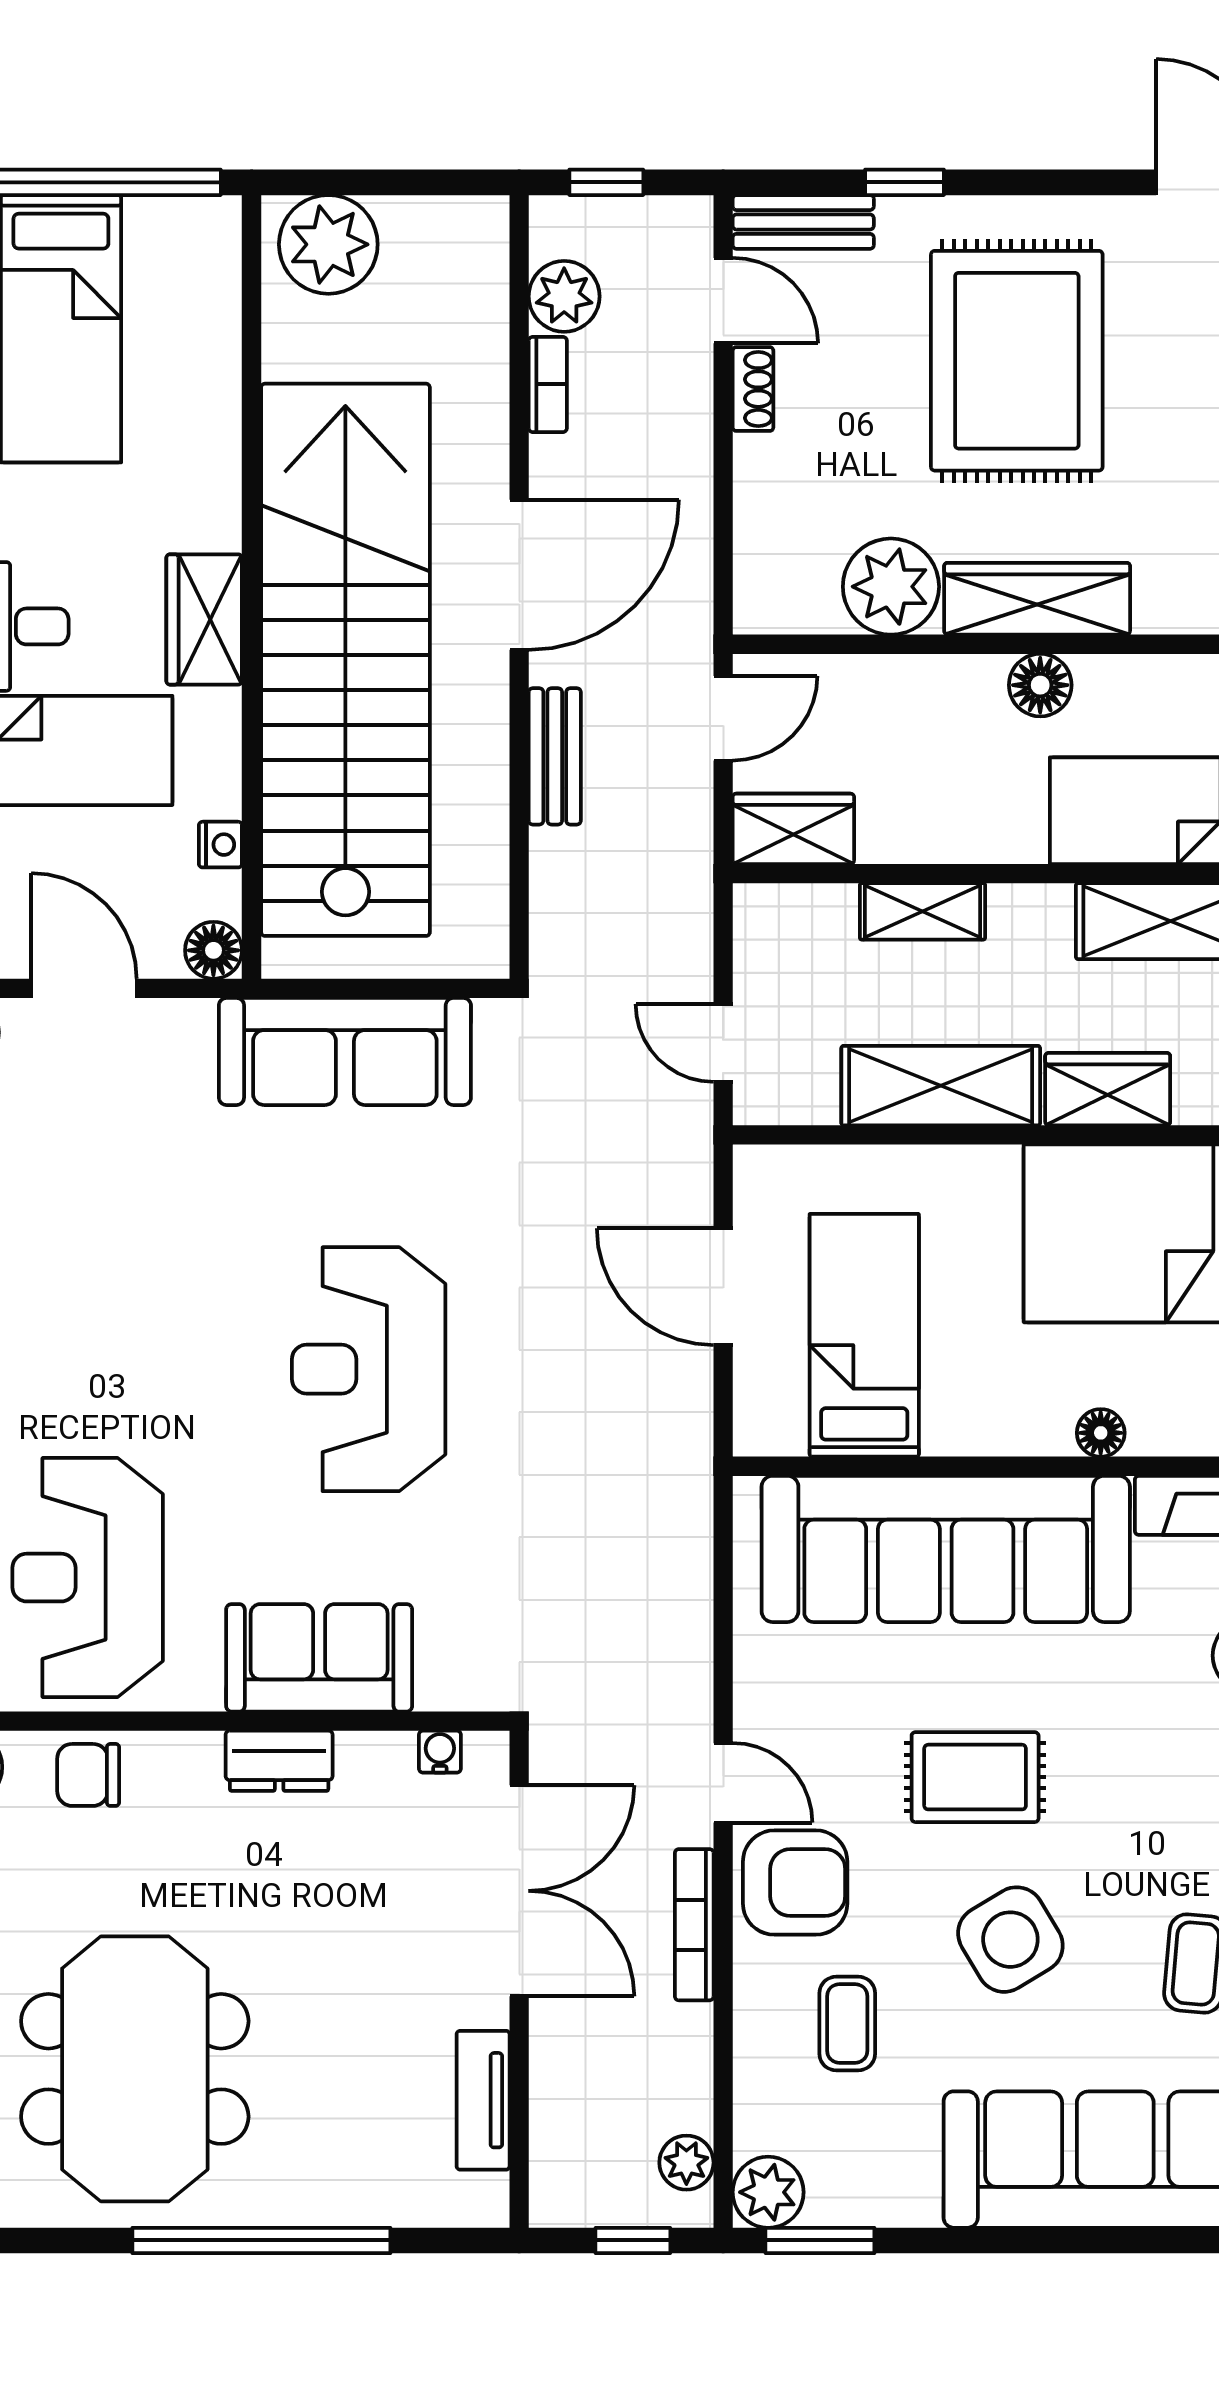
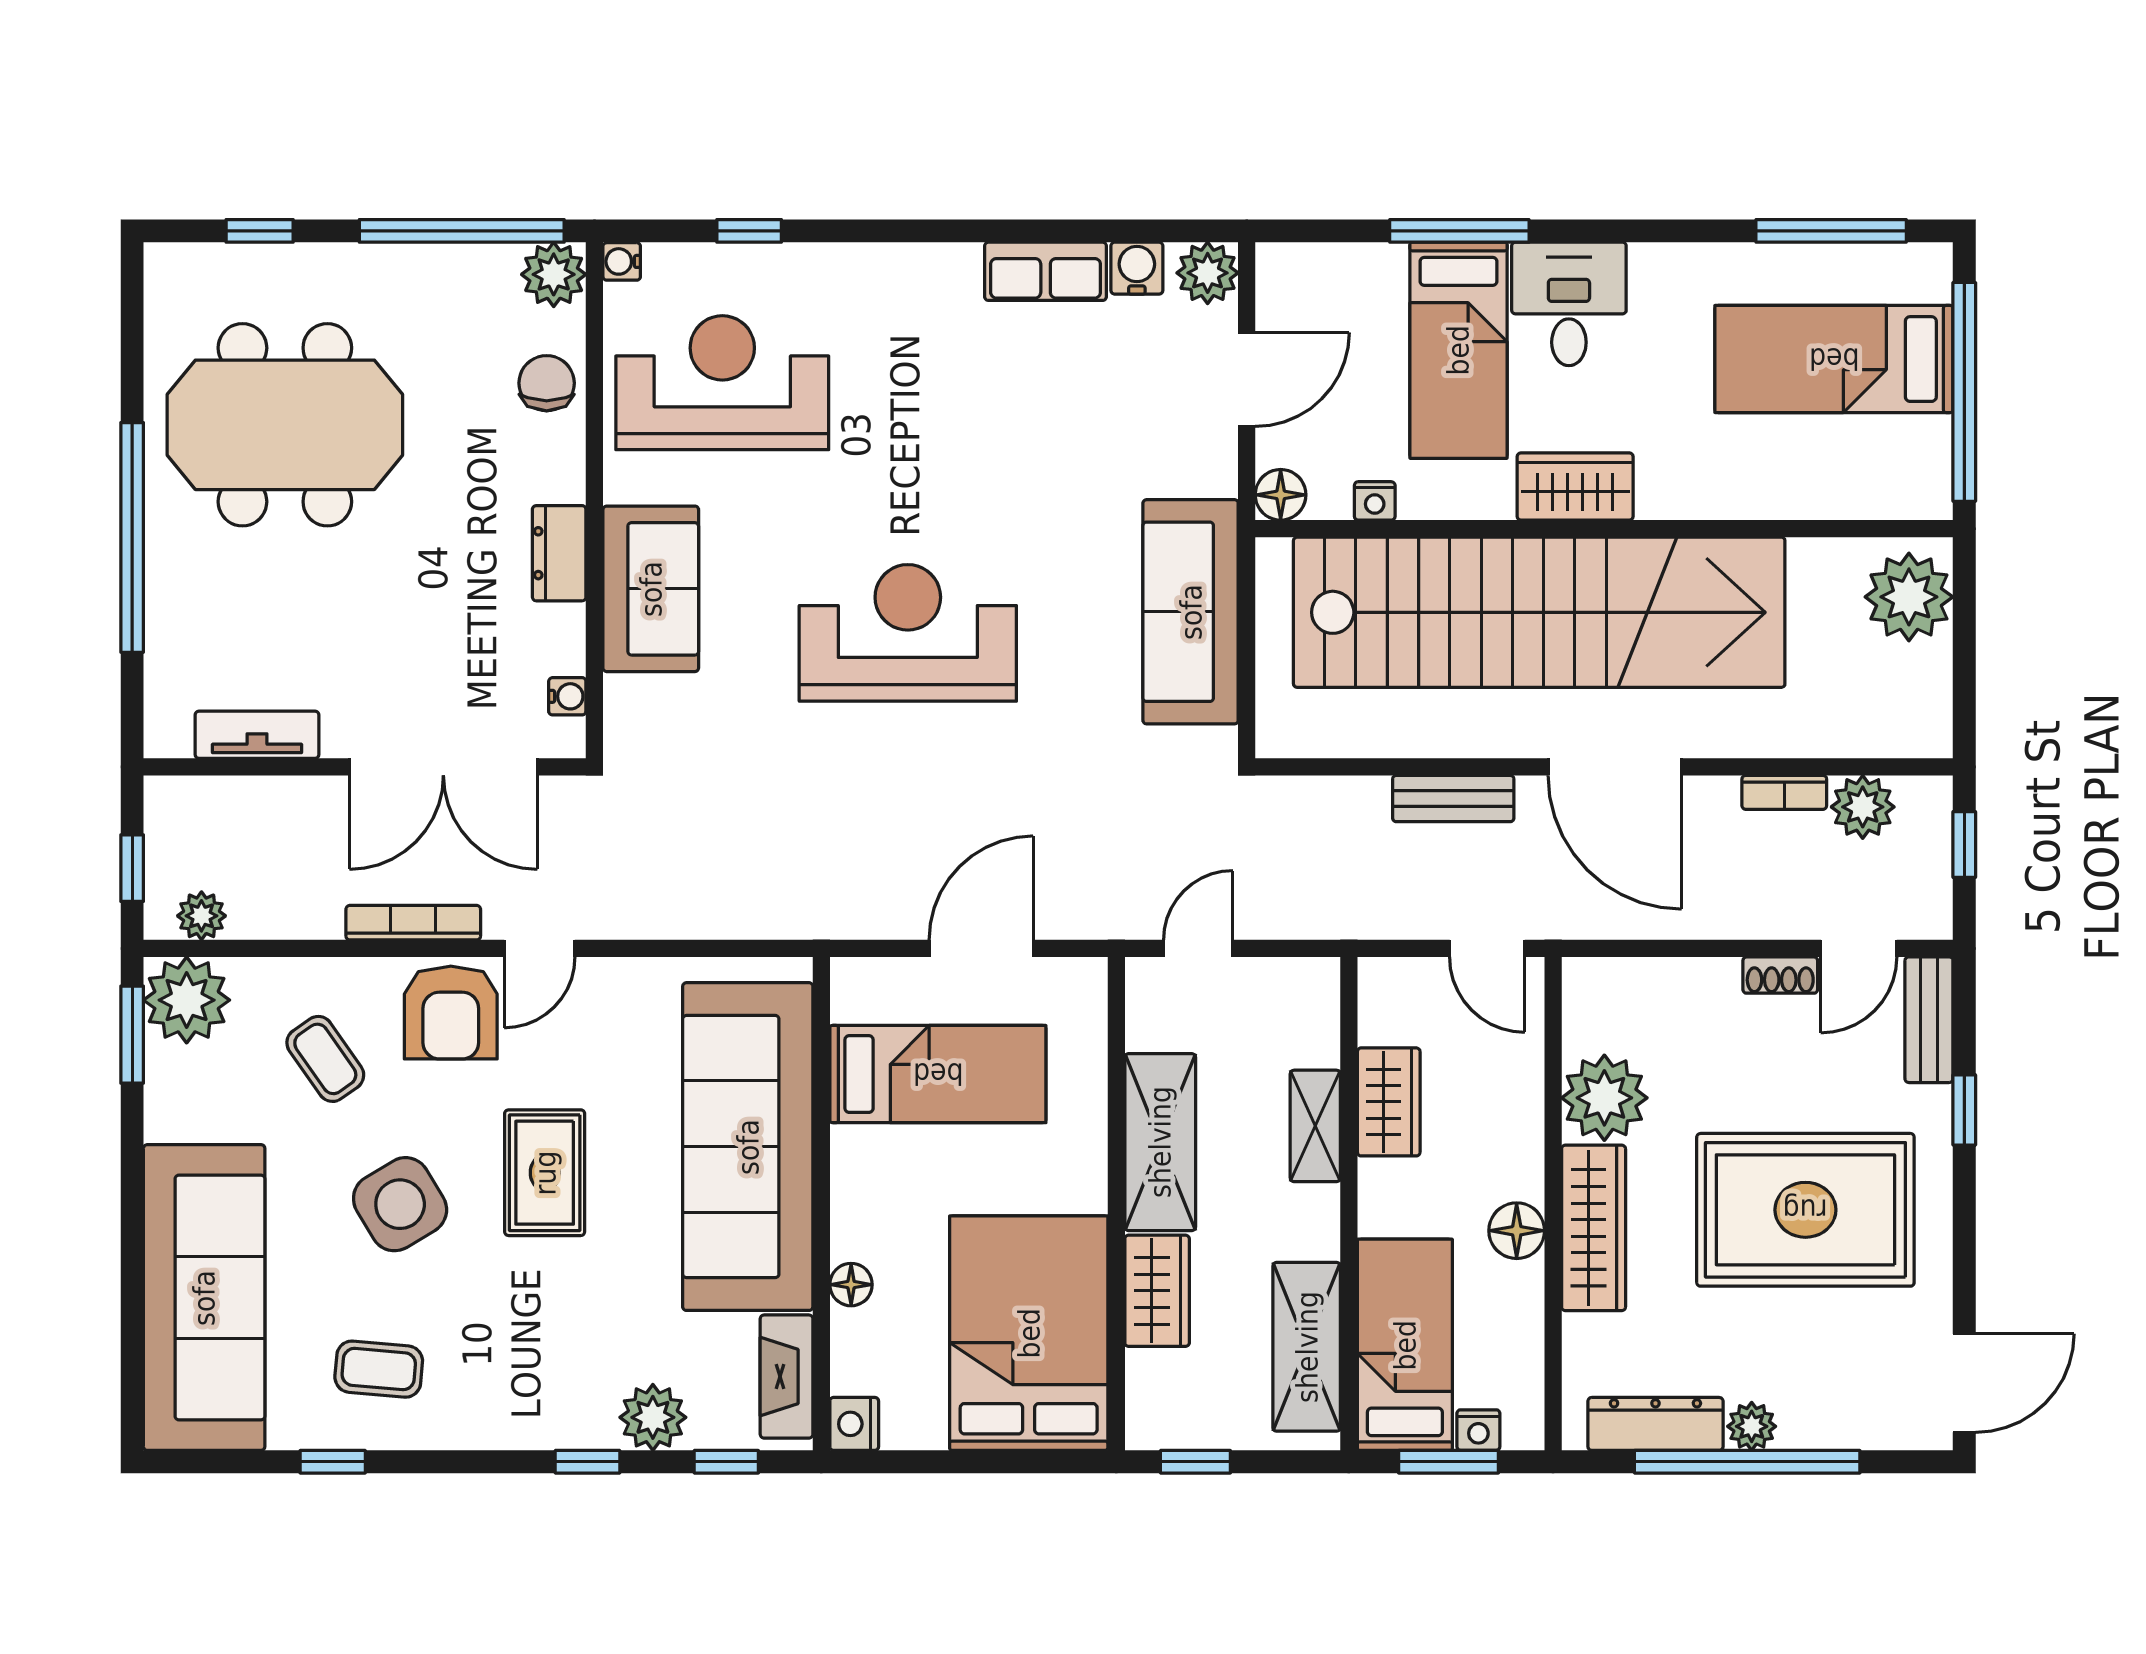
wardrobe: (793, 829) -> (1389, 1102), moved
coffee table: (847, 2023) -> (325, 1059), turned 55
plant: (768, 2192) -> (187, 1000), width x1.36, depth x1.36

